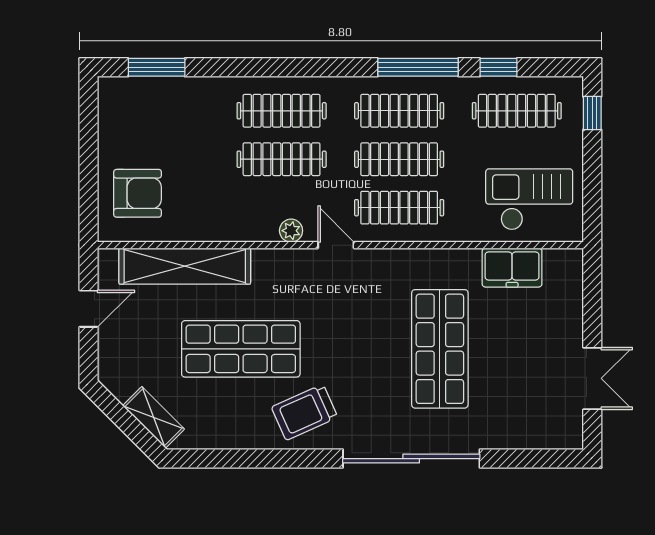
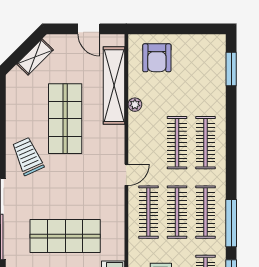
plant: (291, 231) -> (135, 105), moved
shelving: (154, 417) -> (35, 57), moved

